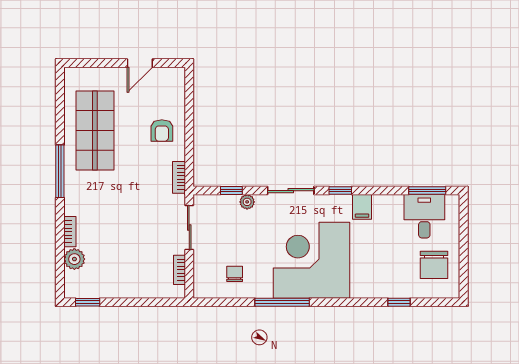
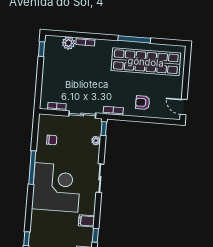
door: (140, 63) -> (184, 107), moved
shop shelf: (95, 131) -> (146, 62), width x1.40
window: (60, 171) -> (134, 39), moved
window: (231, 191) -> (104, 129), moved
window: (340, 191) -> (95, 235), moved
plant: (247, 202) -> (96, 141), moved

